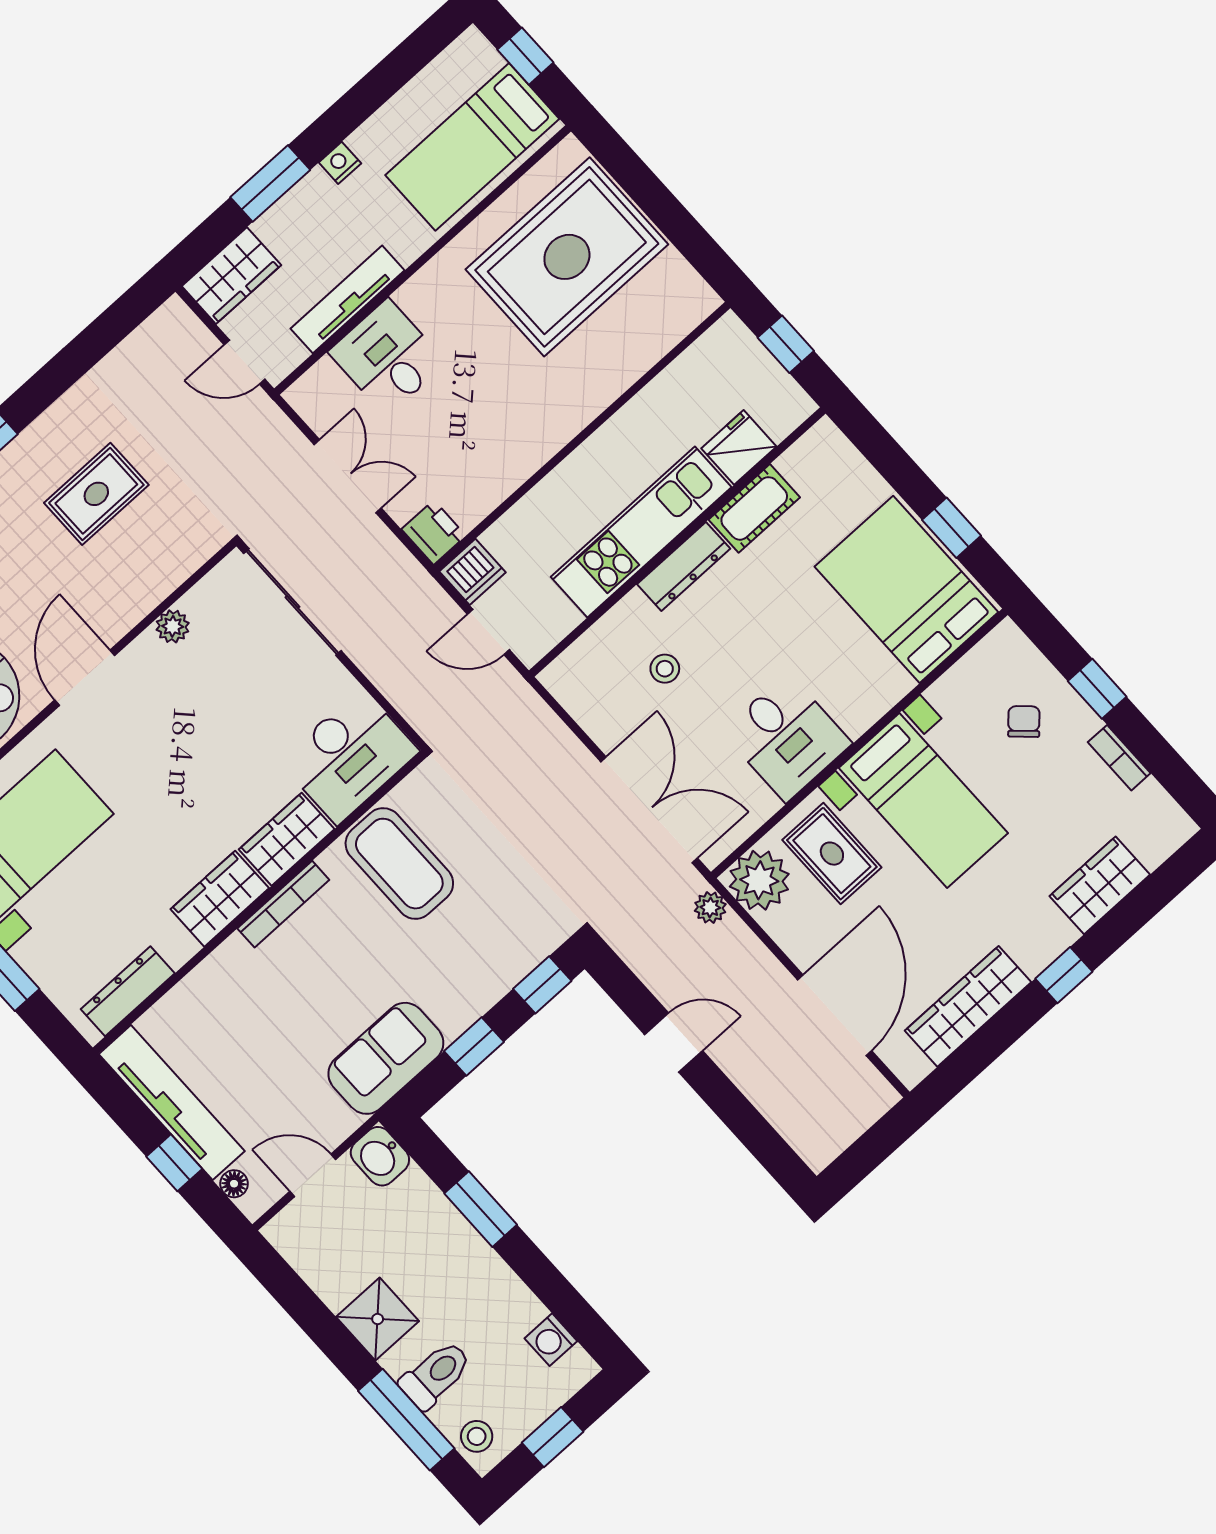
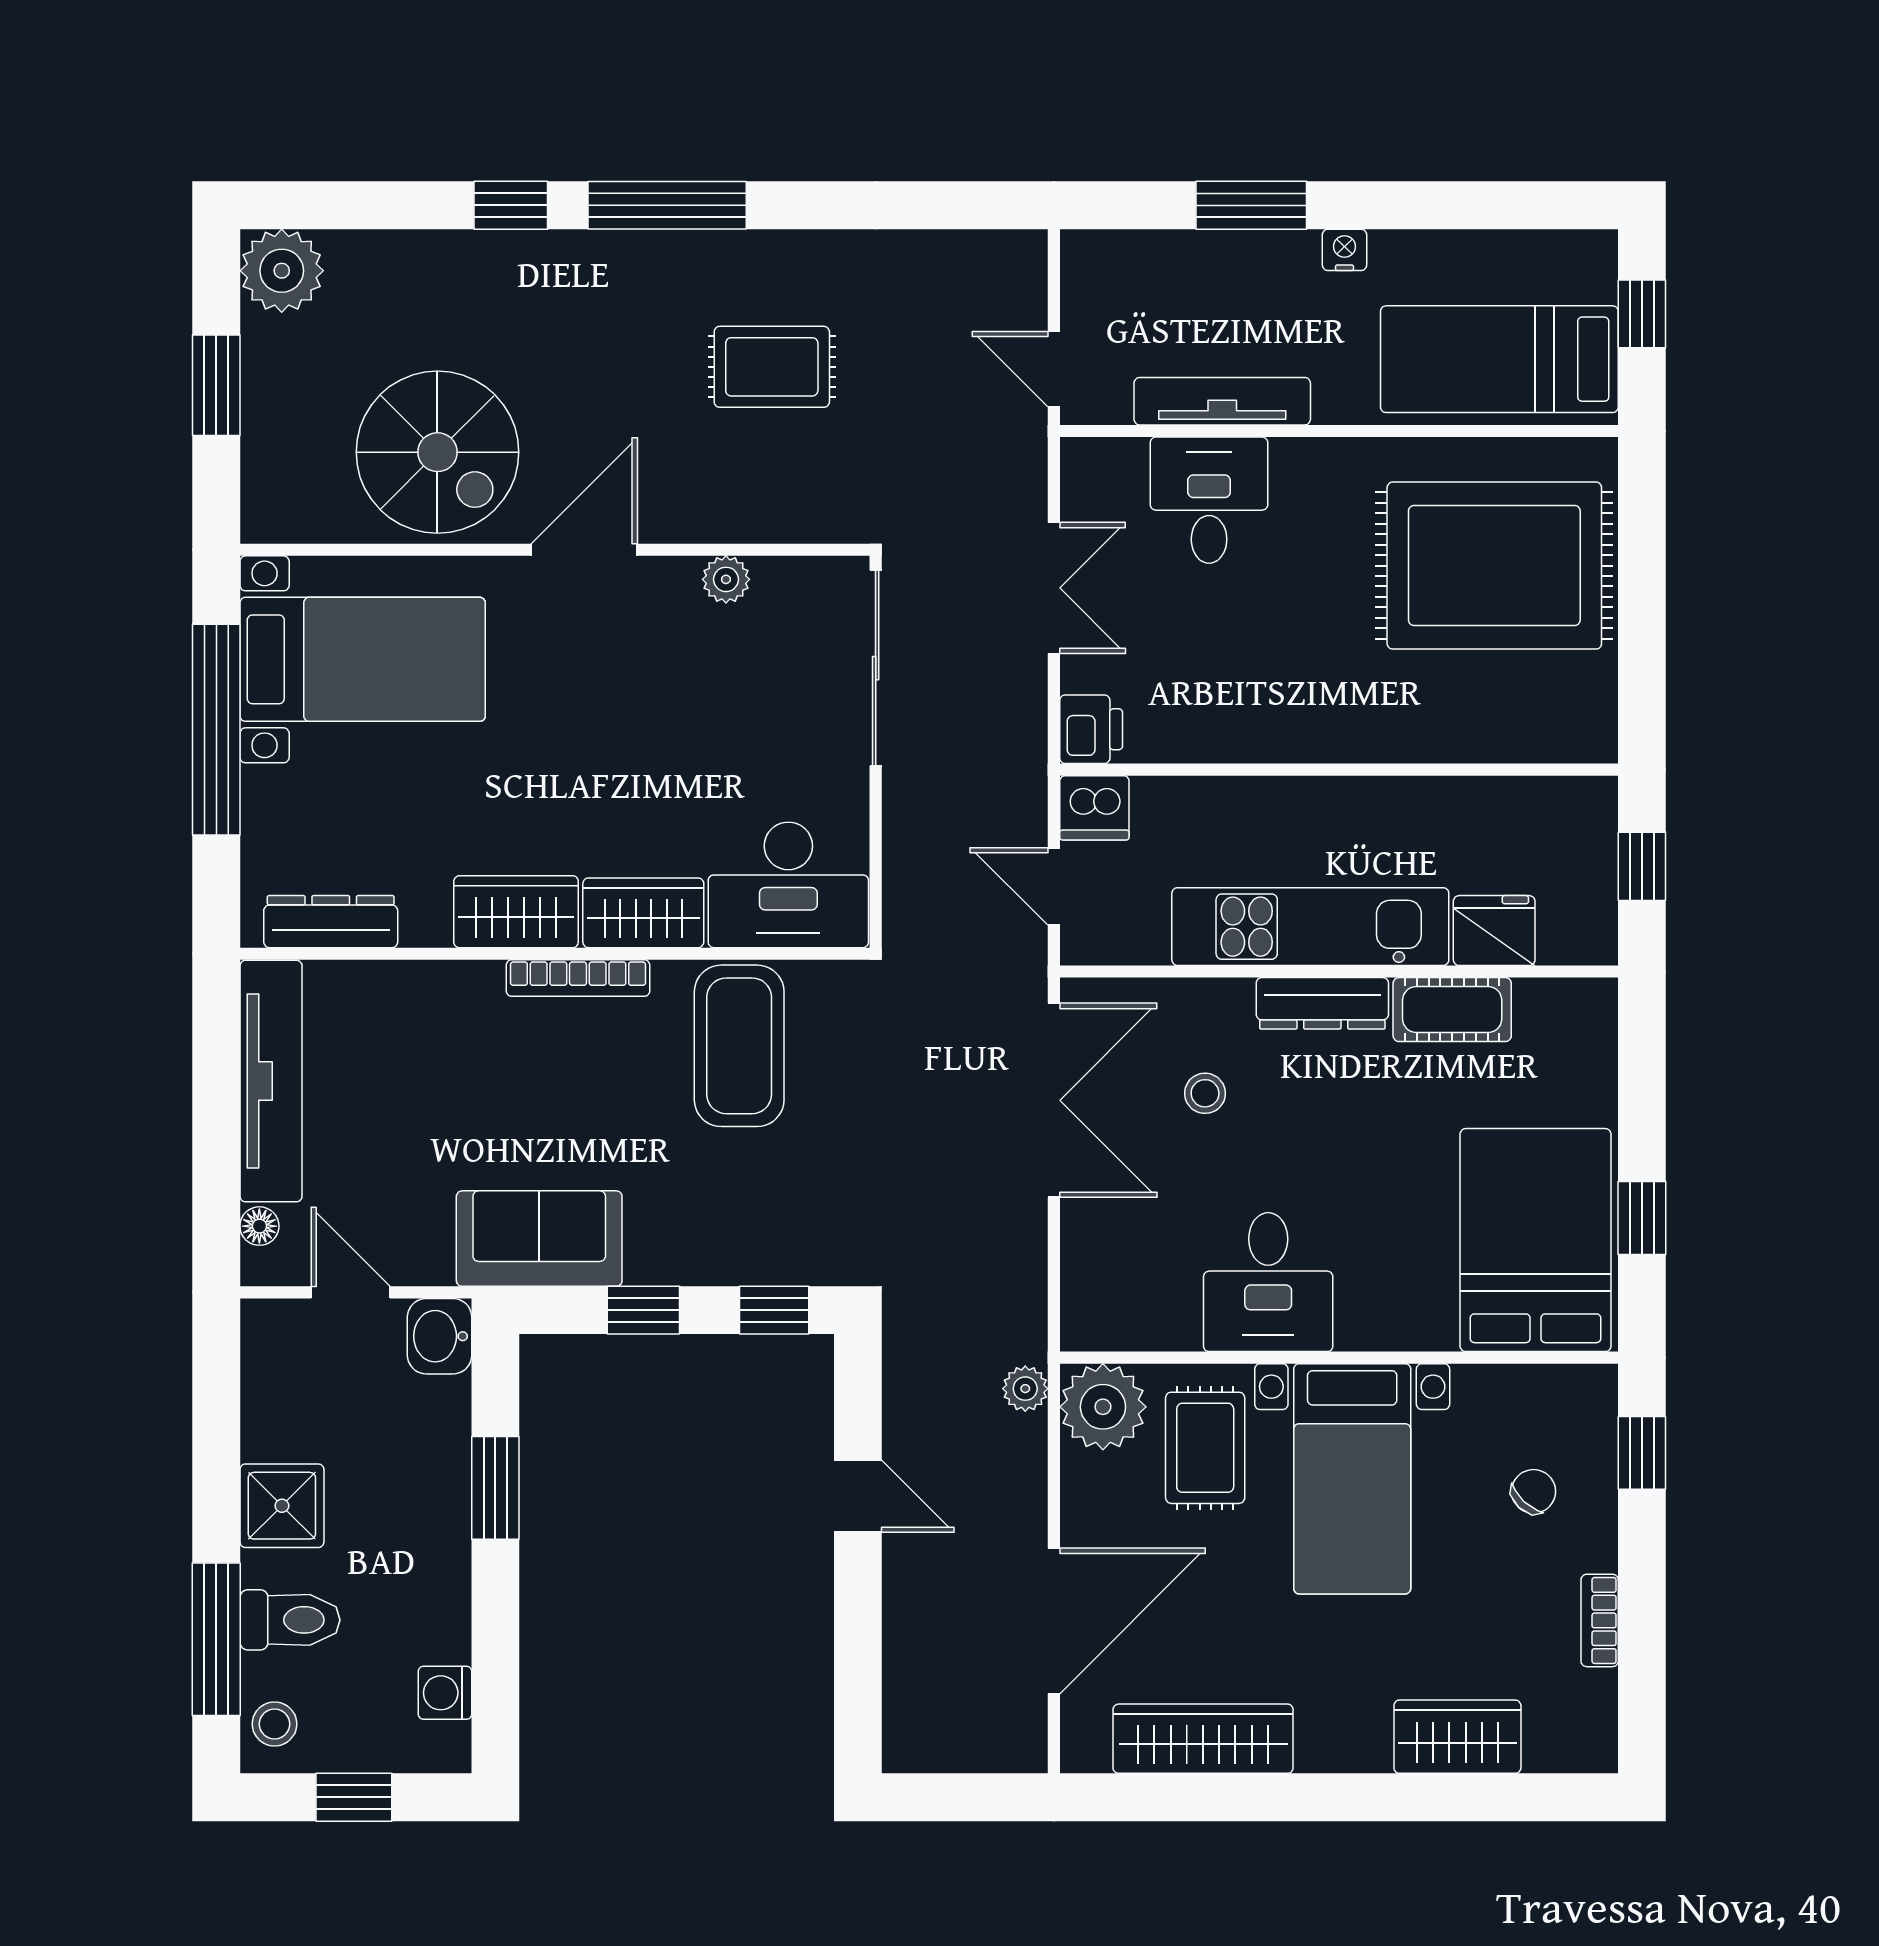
wardrobe: (231, 276) -> (1122, 265), removed
window: (1097, 689) -> (1642, 1453), moved
double door: (649, 810) -> (1054, 1100), moved
window: (1064, 975) -> (1334, 1797), removed
window: (174, 1163) -> (216, 1147), removed

